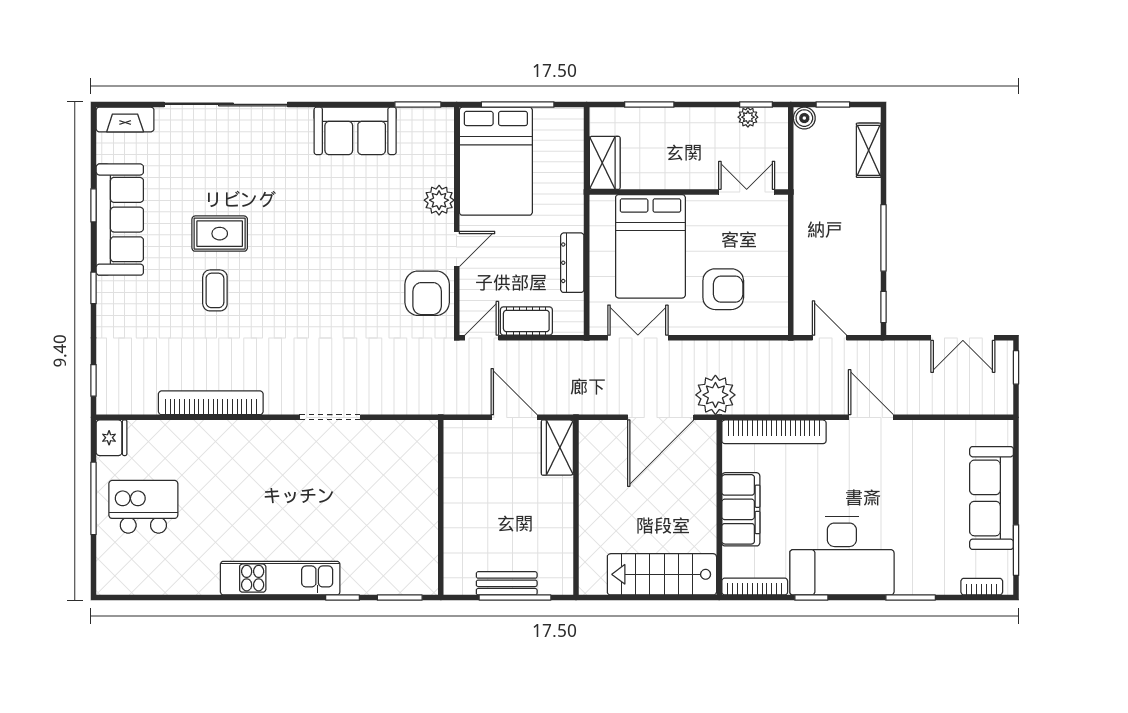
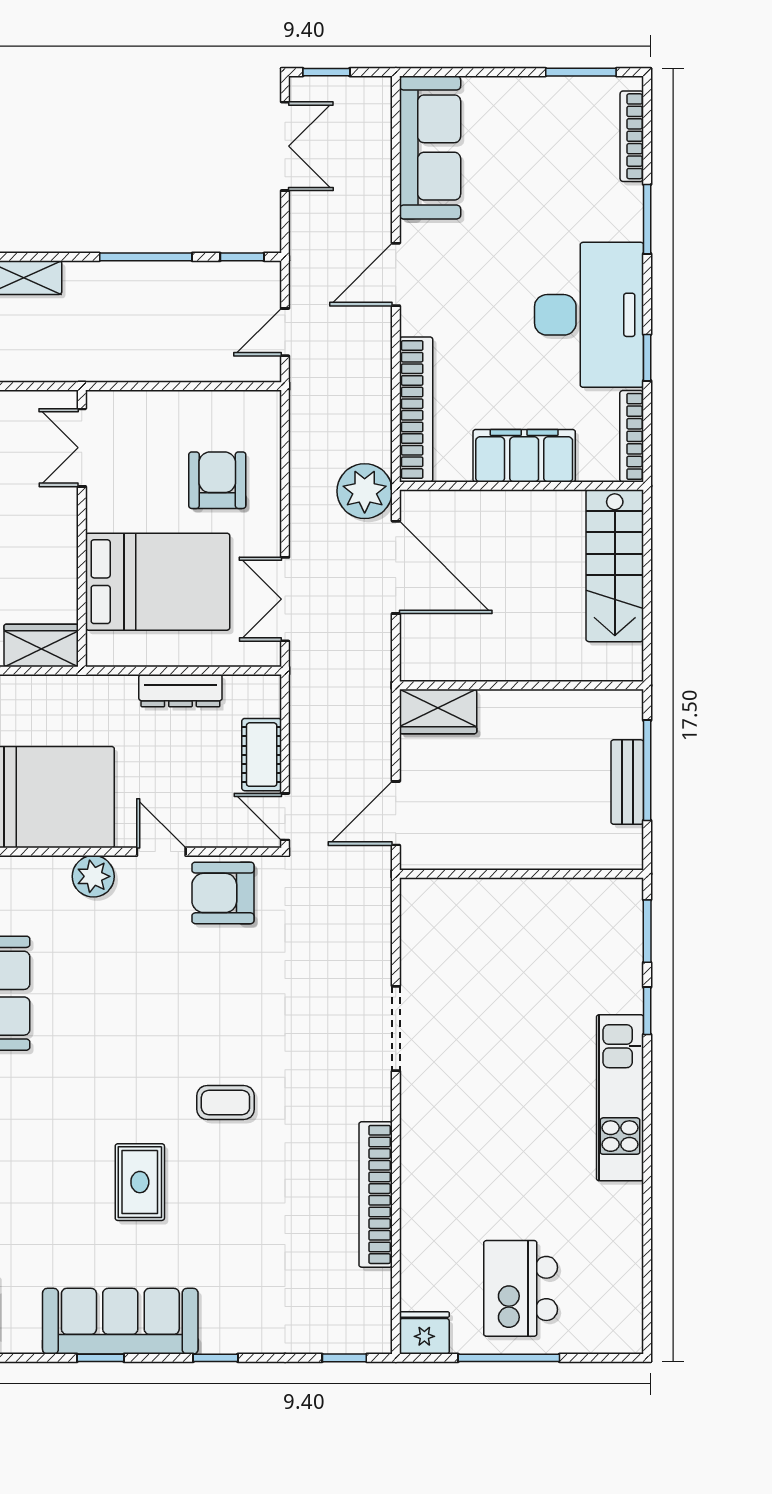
coffee table: (215, 290) -> (225, 1102), moved
armchair: (427, 293) -> (223, 893), turned 180
door: (514, 417) -> (396, 813), moved
sofa: (992, 498) -> (430, 147), moved, turned -90
bookcase: (982, 587) -> (632, 136), width x1.56

